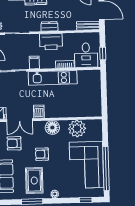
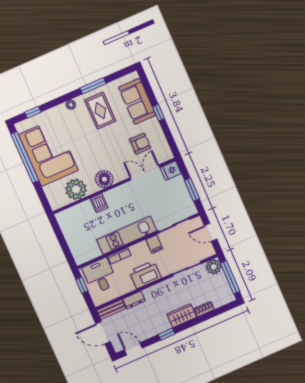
dresser: (49, 26) -> (134, 300), moved
dishwasher: (39, 112) -> (99, 203), moved
armchair: (42, 154) -> (104, 144), removed

